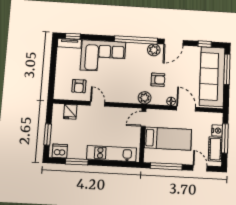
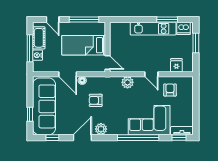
window: (136, 40) -> (138, 138), moved
window: (227, 69) -> (30, 114), width x0.46
plant: (145, 98) -> (127, 82), moved
door: (143, 119) -> (107, 62), hinge flipped
kitchen unit: (112, 153) -> (153, 29), moved

